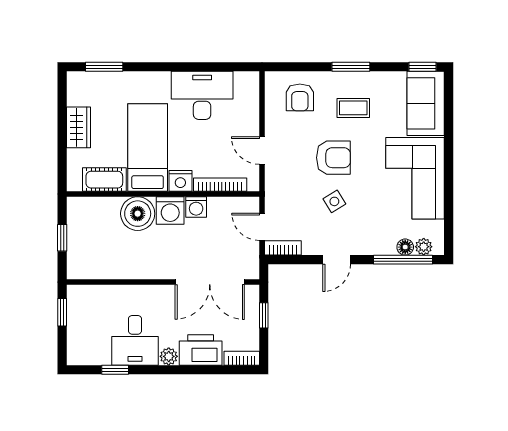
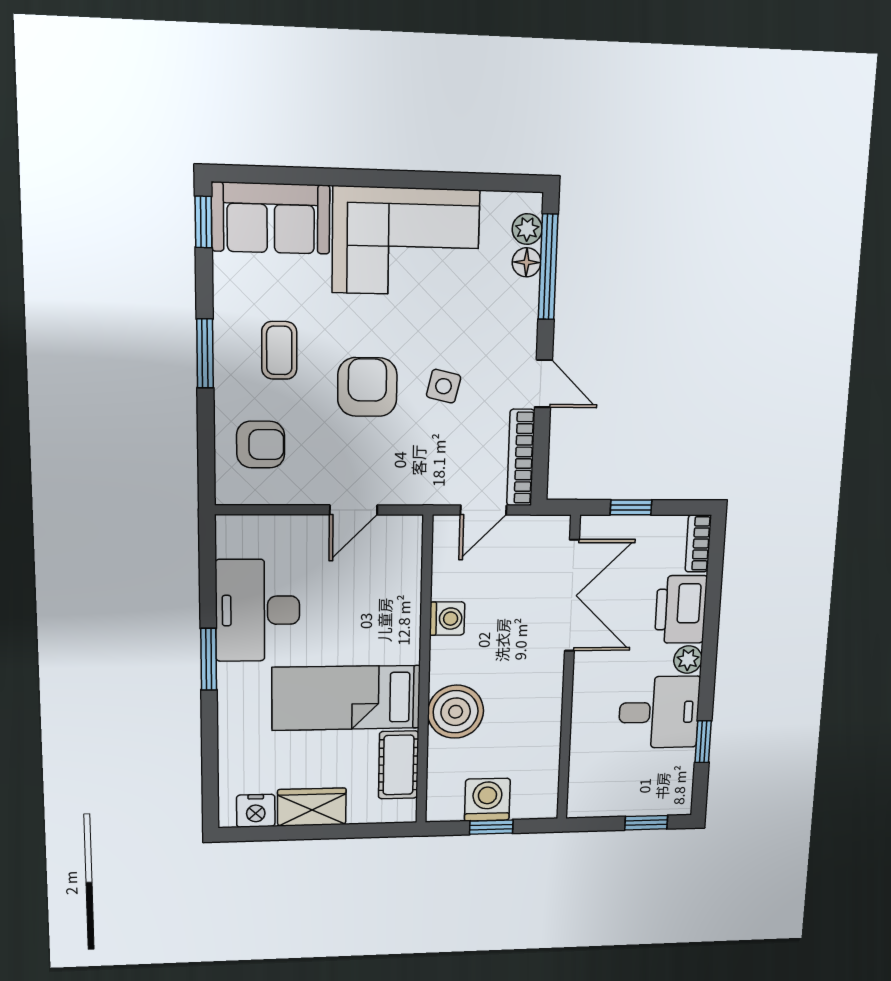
window: (104, 67) -> (209, 659), moved
nightstand: (180, 181) -> (256, 811), moved, turned 90
bookcase: (220, 185) -> (410, 580), removed
side table: (334, 201) -> (444, 386), turned 45
washing machine: (170, 210) -> (487, 800), moved, turned -90
bookcase: (283, 248) -> (521, 458), width x1.56
window: (62, 312) -> (646, 823), moved

